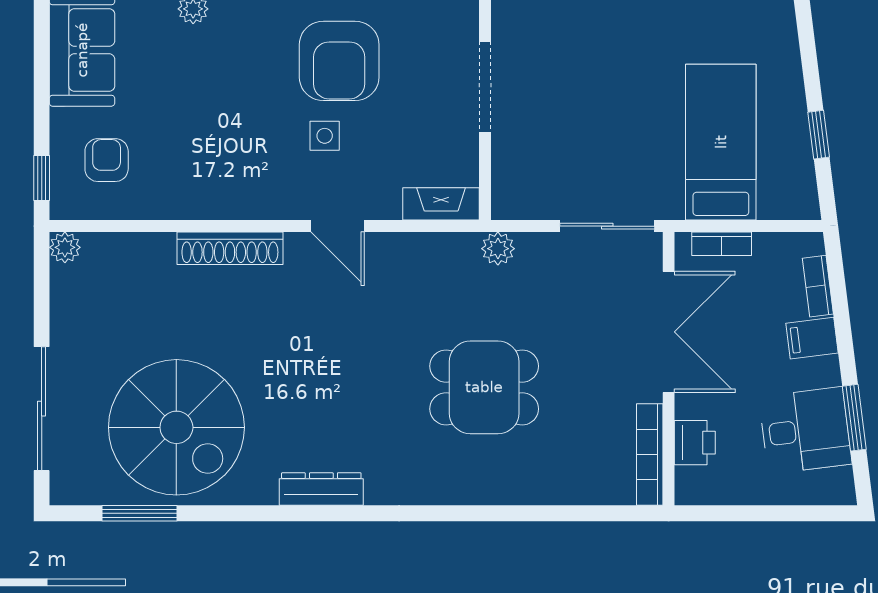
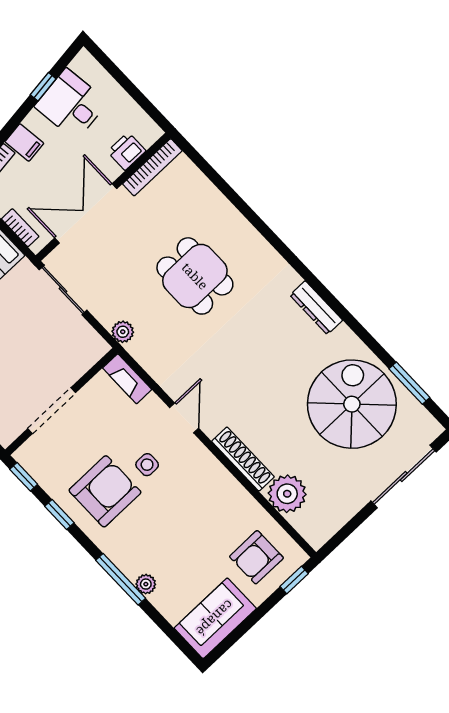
armchair: (107, 160) -> (256, 557), width x1.38, depth x1.38
plant: (65, 247) -> (287, 494), moved, width x1.87, depth x1.87
window: (854, 418) -> (43, 87), width x0.67

